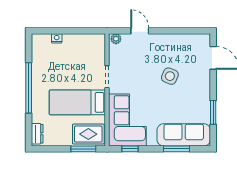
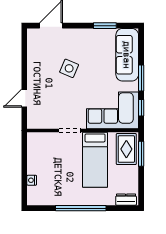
plant: (116, 39) -> (32, 122), removed
window: (176, 149) -> (141, 78), moved

